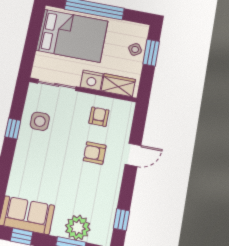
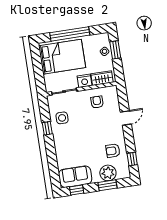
armchair: (95, 153) -> (113, 151), moved

